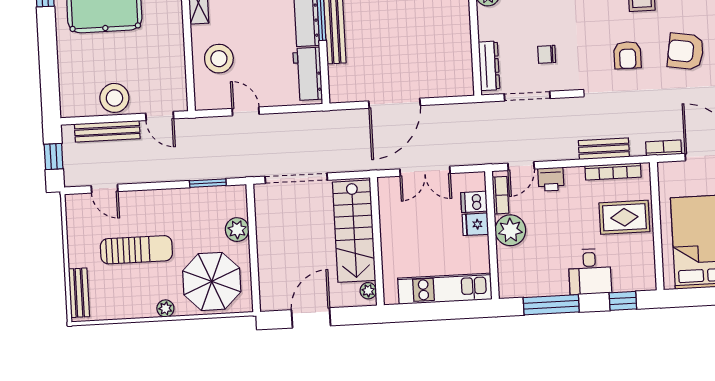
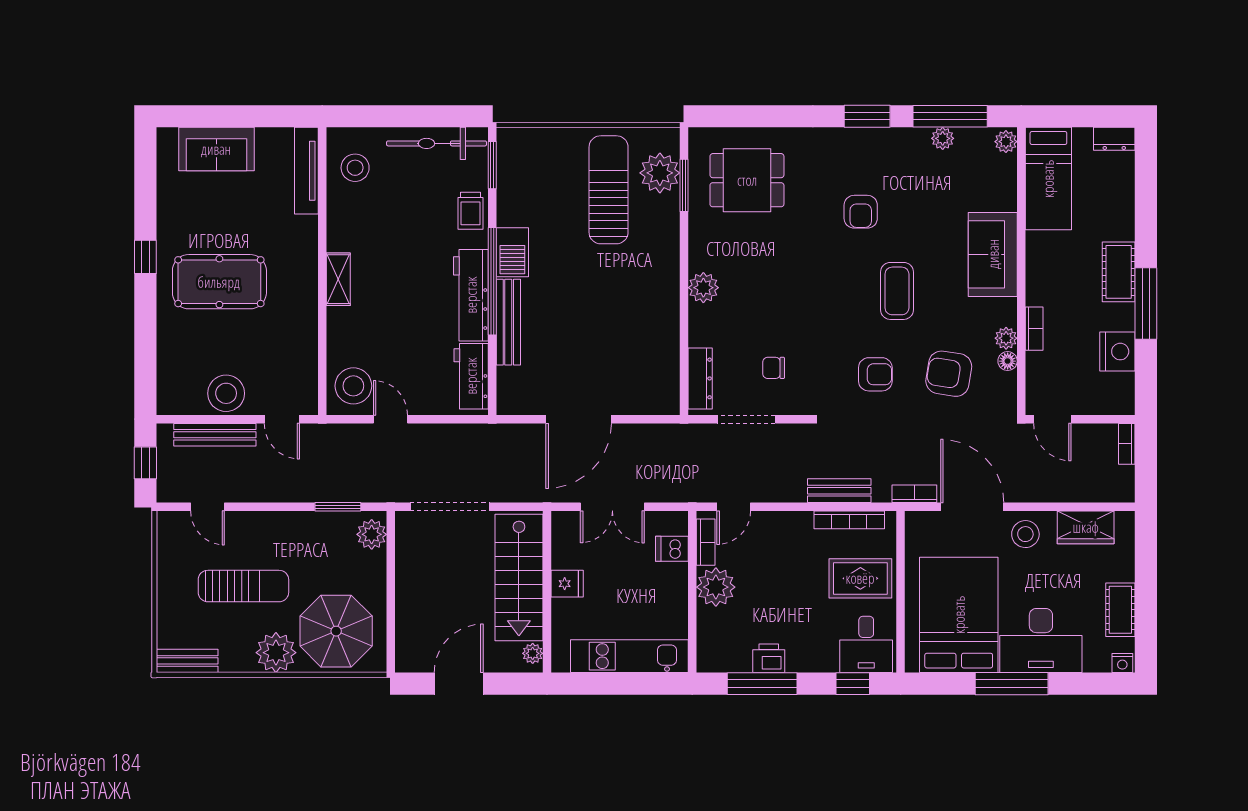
armchair: (627, 55) -> (875, 374), turned -90
stool: (219, 59) -> (353, 386), moved
printer: (551, 179) -> (769, 658), moved, turned 180
fridge: (475, 224) -> (567, 584), moved, turned 180
plant: (237, 230) -> (372, 534), moved
desk: (590, 272) -> (866, 644), moved
bench: (79, 293) -> (187, 661), moved, turned 90
plant: (165, 308) -> (276, 653), width x1.87, depth x1.87

